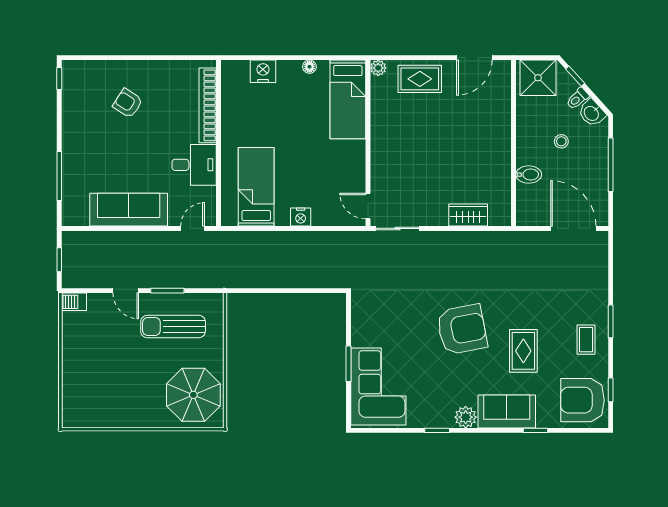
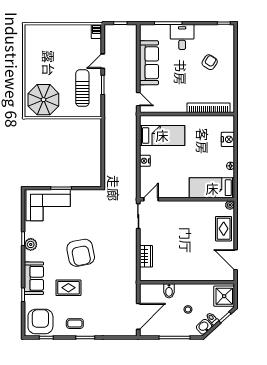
desk: (194, 165) -> (182, 37), moved, turned 180
plant: (466, 417) -> (31, 244), moved

